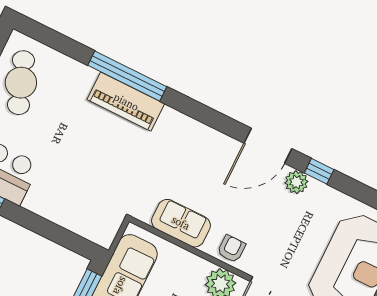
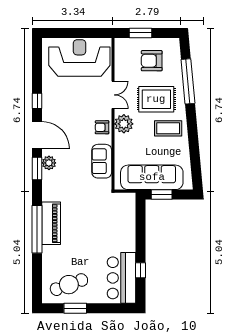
window: (218, 121) -> (37, 168), added
plant: (296, 182) -> (49, 163), moved

